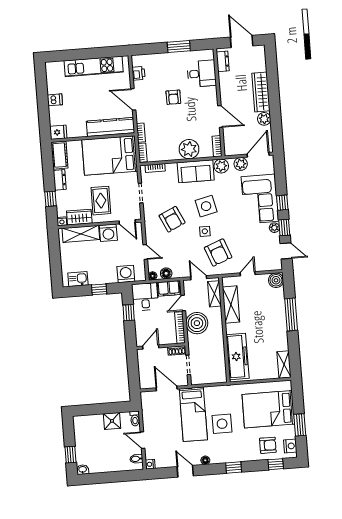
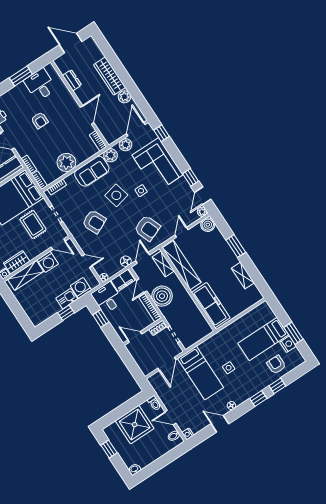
dresser: (223, 61) -> (72, 80), moved
desk: (202, 74) -> (40, 85), moved, turned -90
door: (220, 116) -> (87, 115), hinge flipped
plant: (189, 149) -> (66, 162), moved
rug: (101, 201) -> (33, 224), moved
window: (282, 203) -> (162, 133), moved
plant: (274, 228) -> (202, 212), moved
side table: (205, 231) -> (141, 191), moved
door: (286, 251) -> (203, 196), swing flipped
floor lamp: (166, 273) -> (126, 261), moved
door: (199, 278) -> (143, 258), hinge flipped
kitchen sink: (78, 279) -> (67, 299), moved
shelving: (231, 304) -> (182, 265), width x1.47
window: (291, 315) -> (236, 246), width x0.69
door: (151, 347) -> (135, 337), hinge flipped
shelving: (284, 365) -> (243, 275), moved
door: (167, 388) -> (167, 364), swing flipped
bed: (268, 409) -> (263, 339), width x0.67
shower: (112, 421) -> (135, 425), width x1.86, depth x1.86
side table: (222, 424) -> (229, 368), width x0.54, depth x0.54
armchair: (268, 445) -> (276, 365), turned -90
nightstand: (290, 446) -> (288, 344), moved
window: (71, 455) -> (109, 449), moved
window: (276, 464) -> (277, 386), moved

